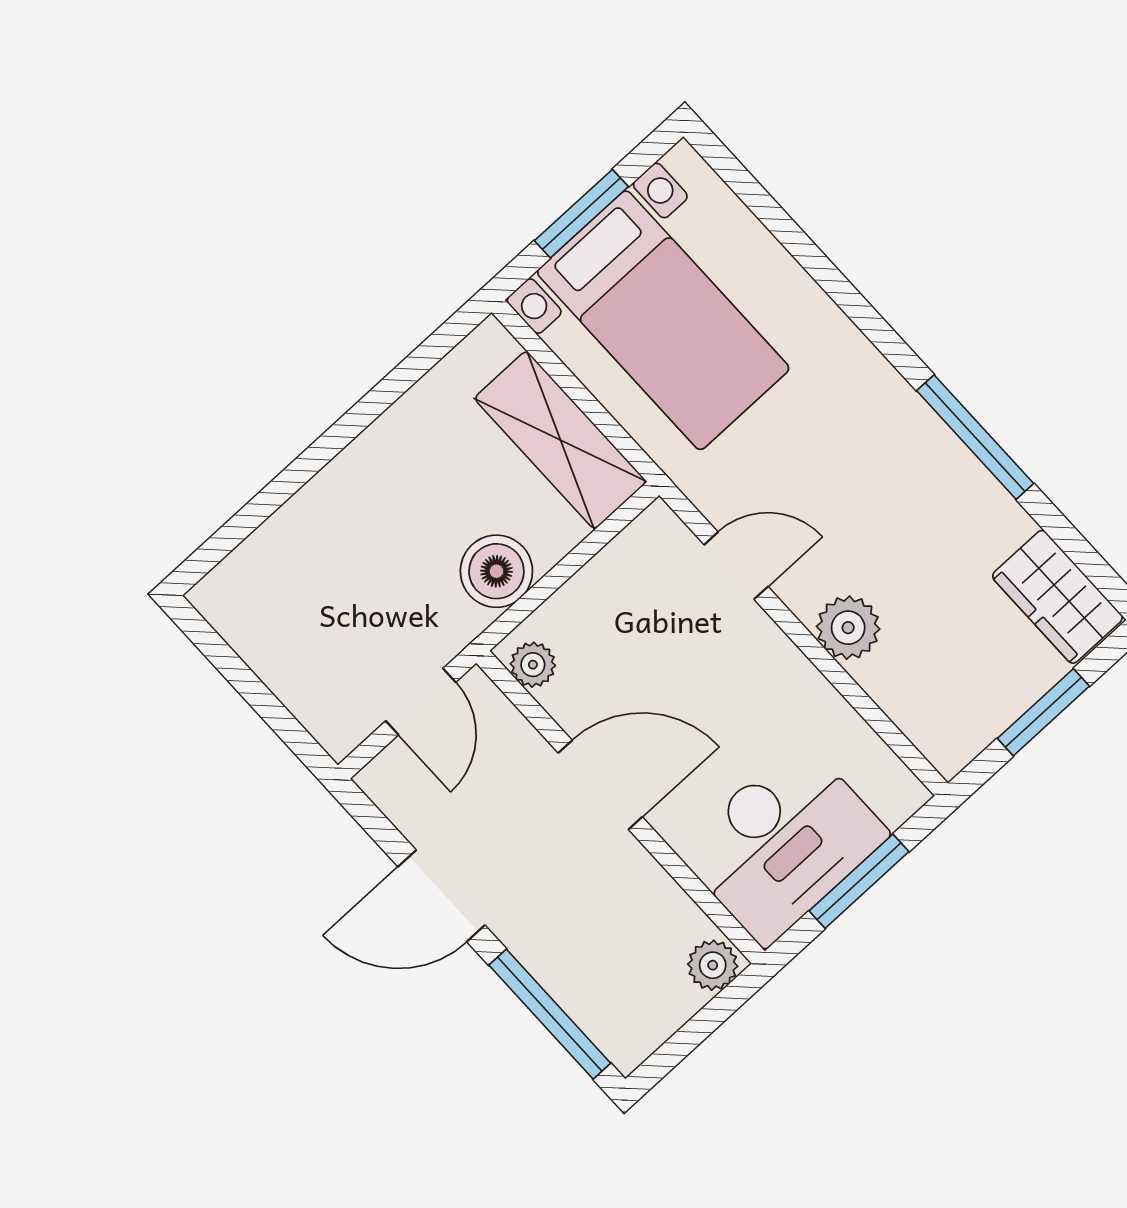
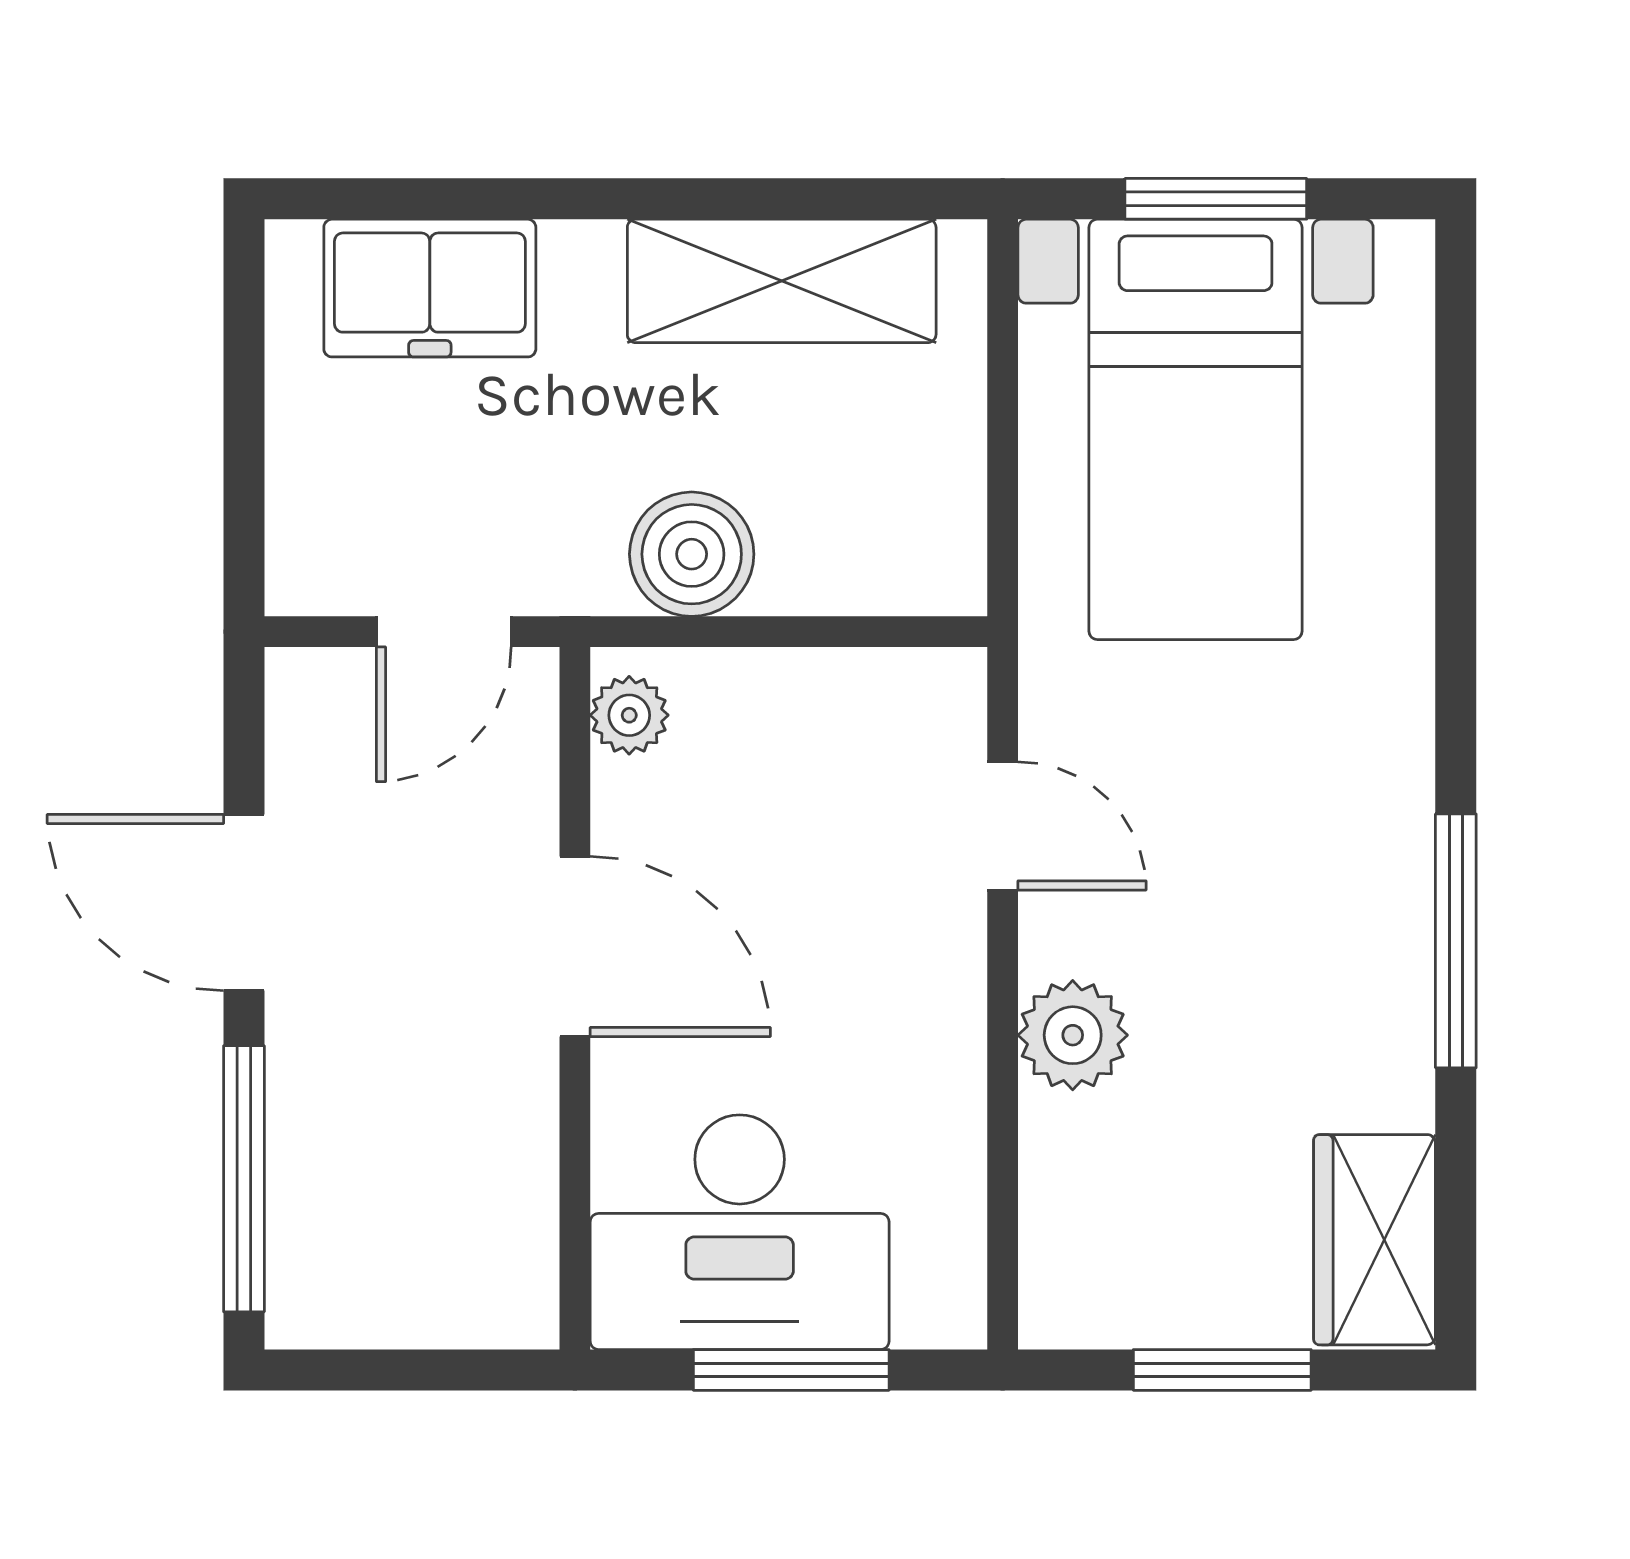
shelving: (560, 440) -> (782, 281), moved, turned 90
freezer: (280, 560) -> (430, 288), added
plant: (713, 965) -> (508, 1306), removed

